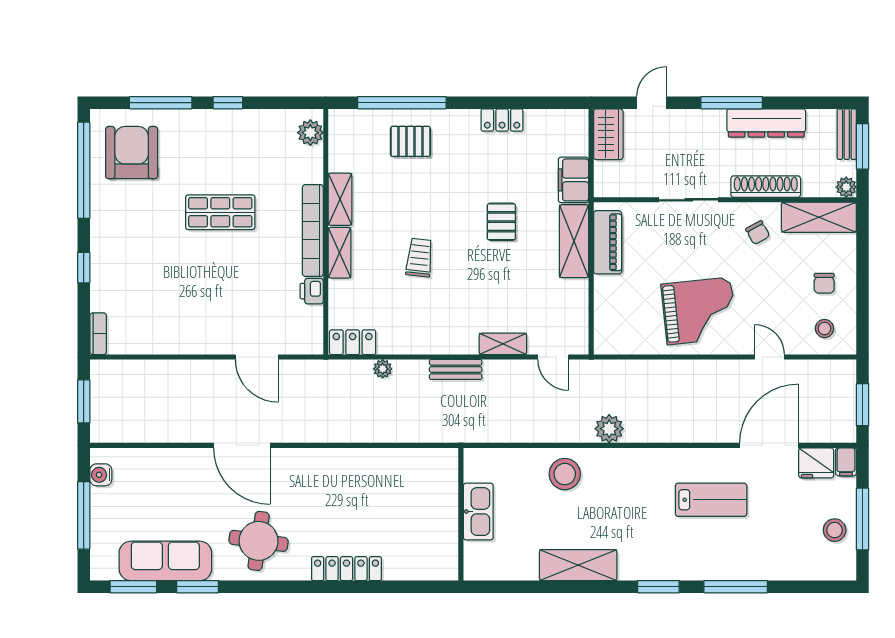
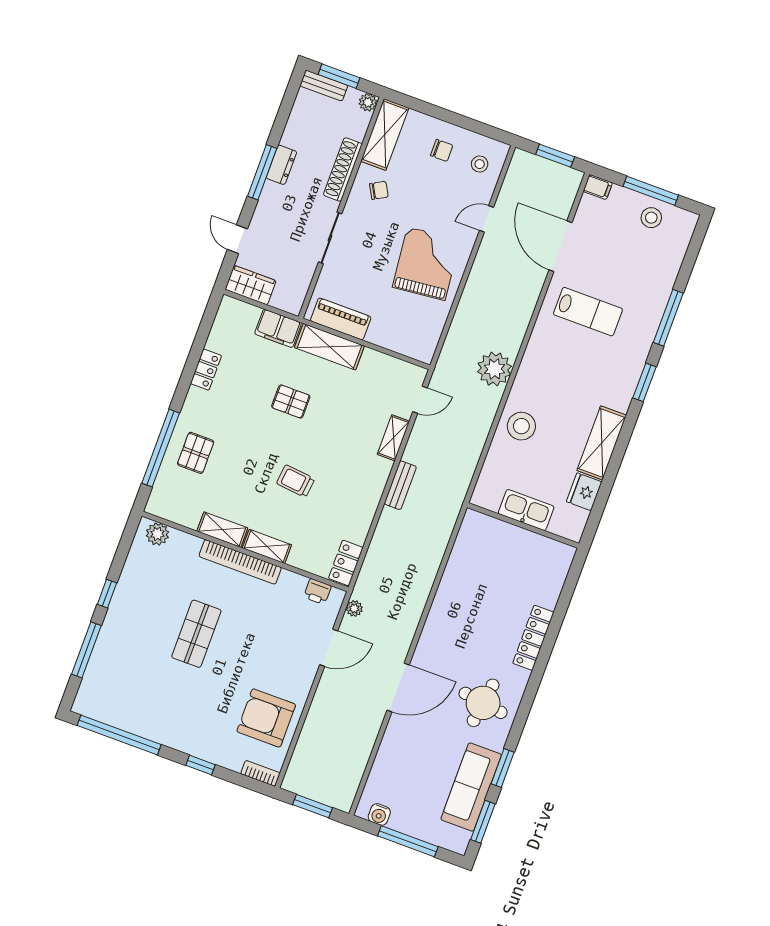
dresser: (766, 123) -> (281, 165), width x0.51, depth x0.80
armchair: (132, 153) -> (266, 718), moved
printer: (312, 291) -> (317, 591), moved
plant: (383, 369) -> (354, 608), moved
plant: (609, 429) -> (494, 369), width x1.36, depth x1.36
fridge: (816, 463) -> (584, 492), moved, turned 180
lab bench: (711, 500) -> (588, 312), turned 90

